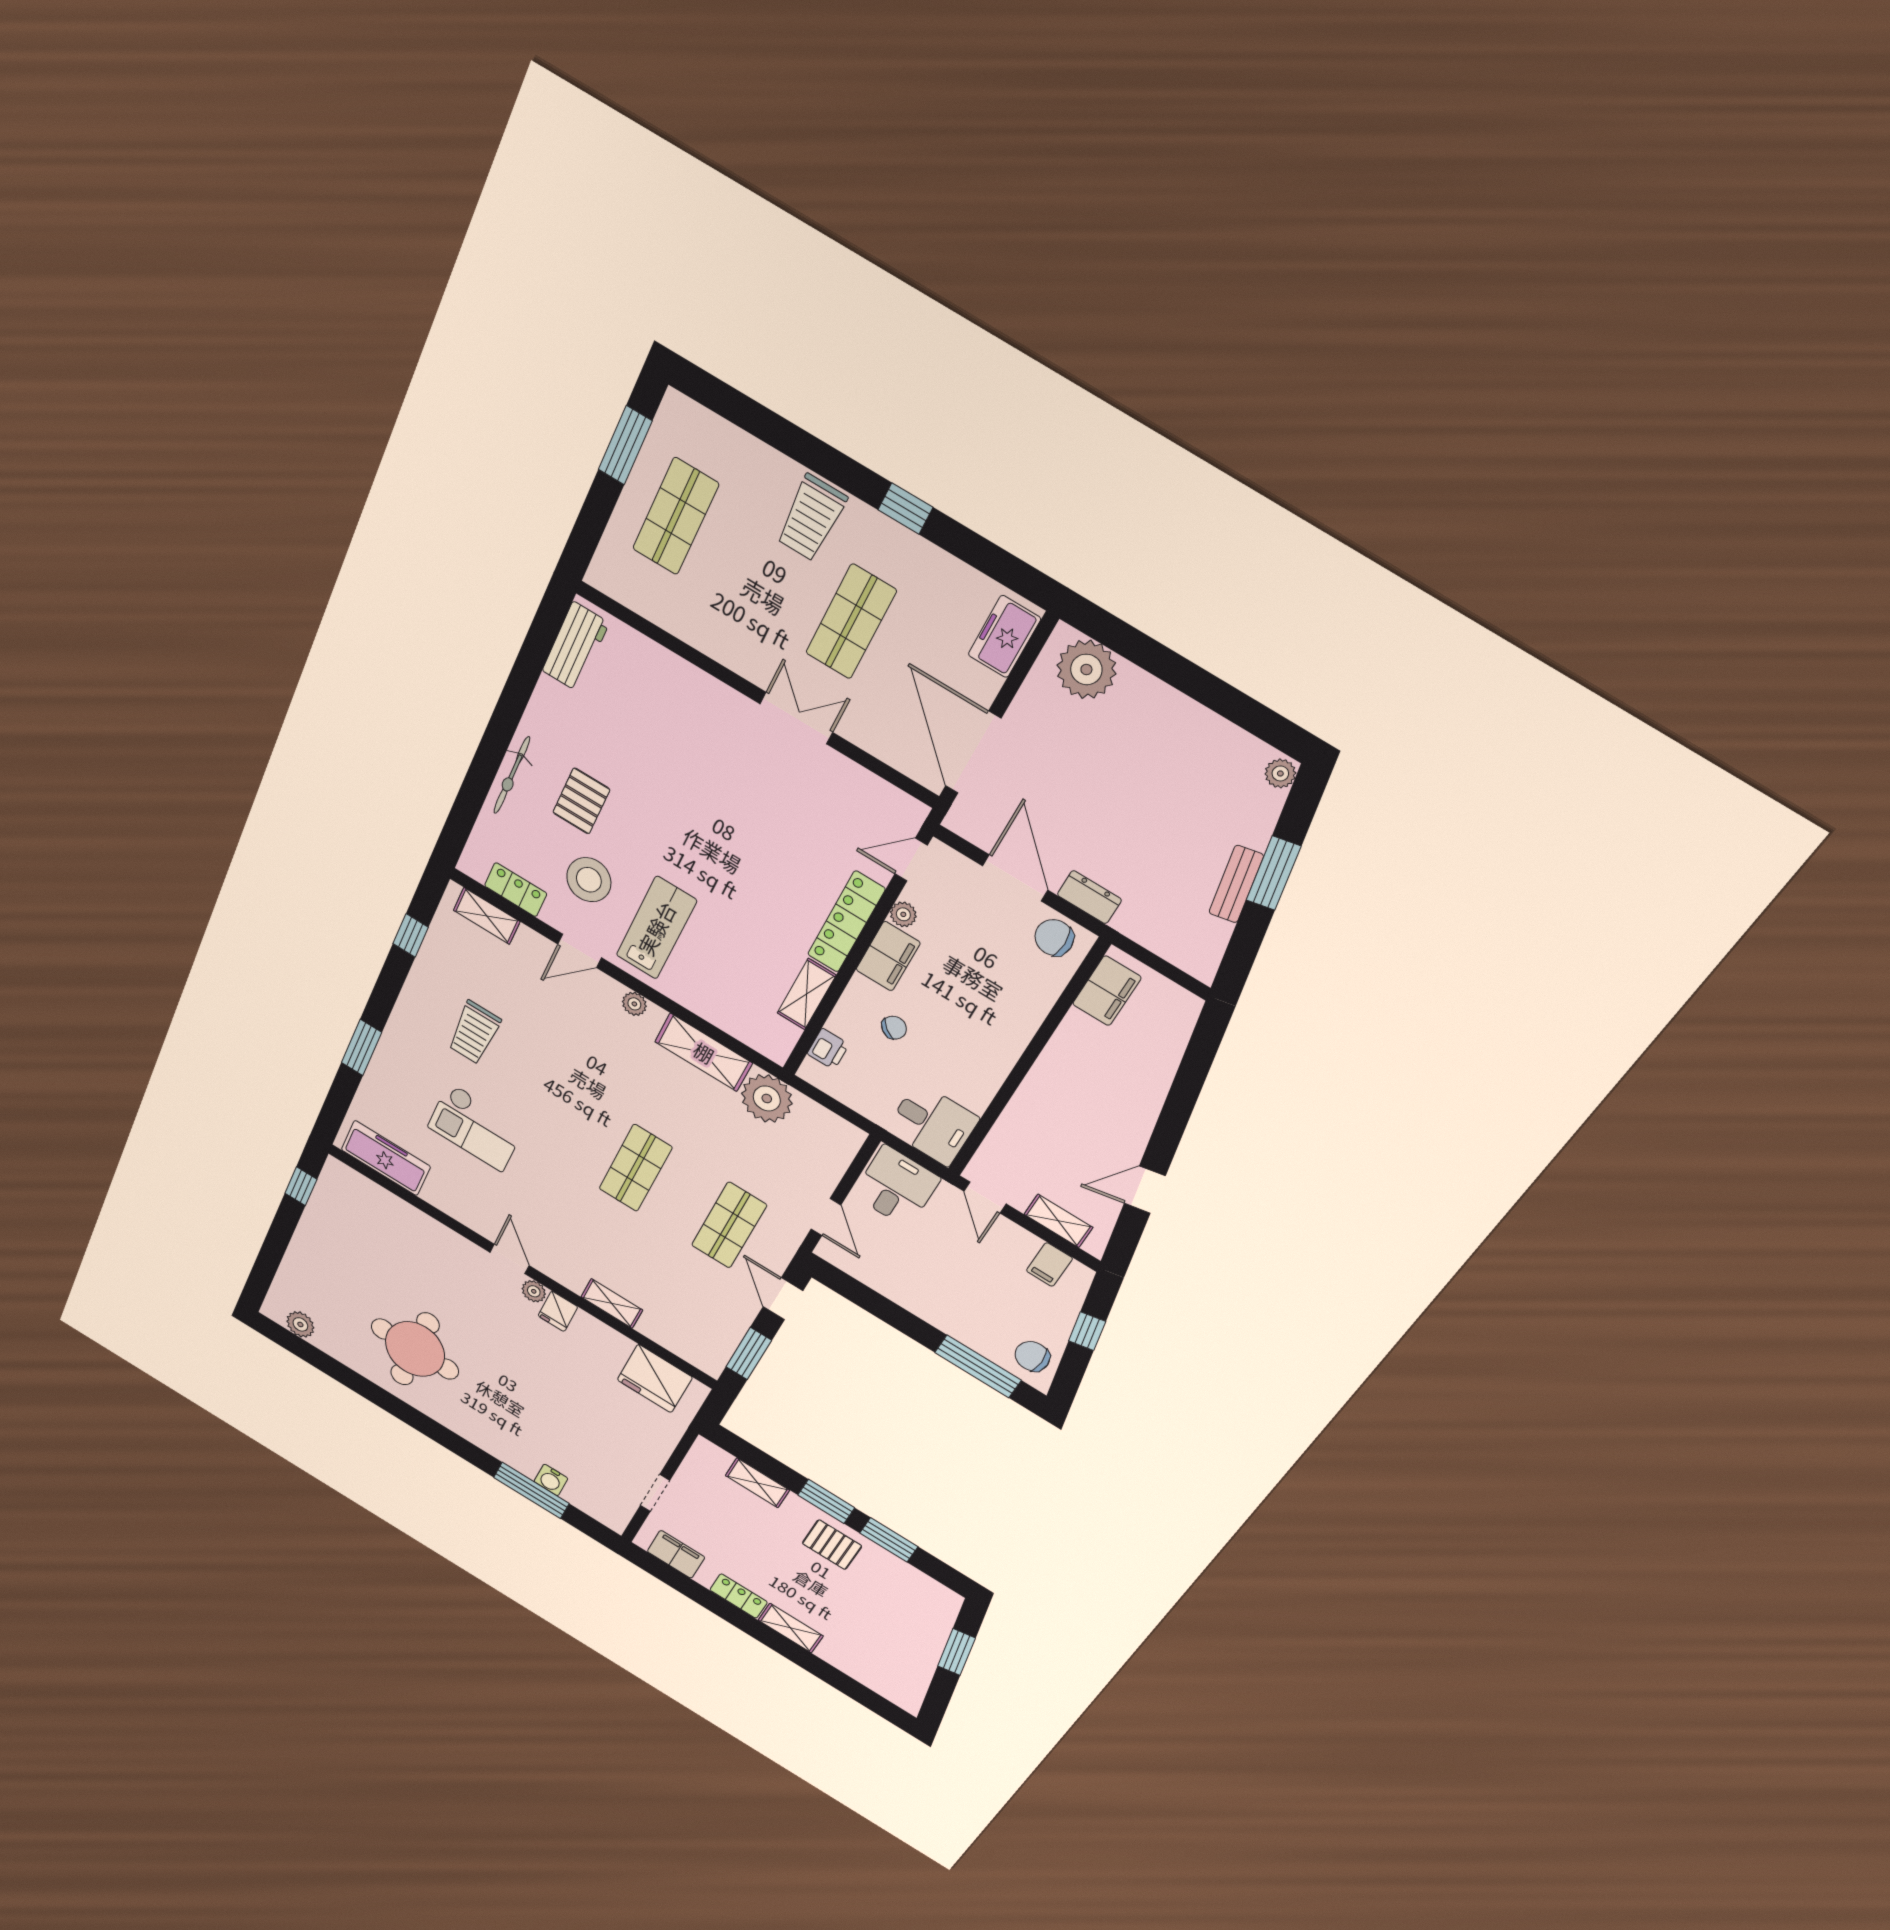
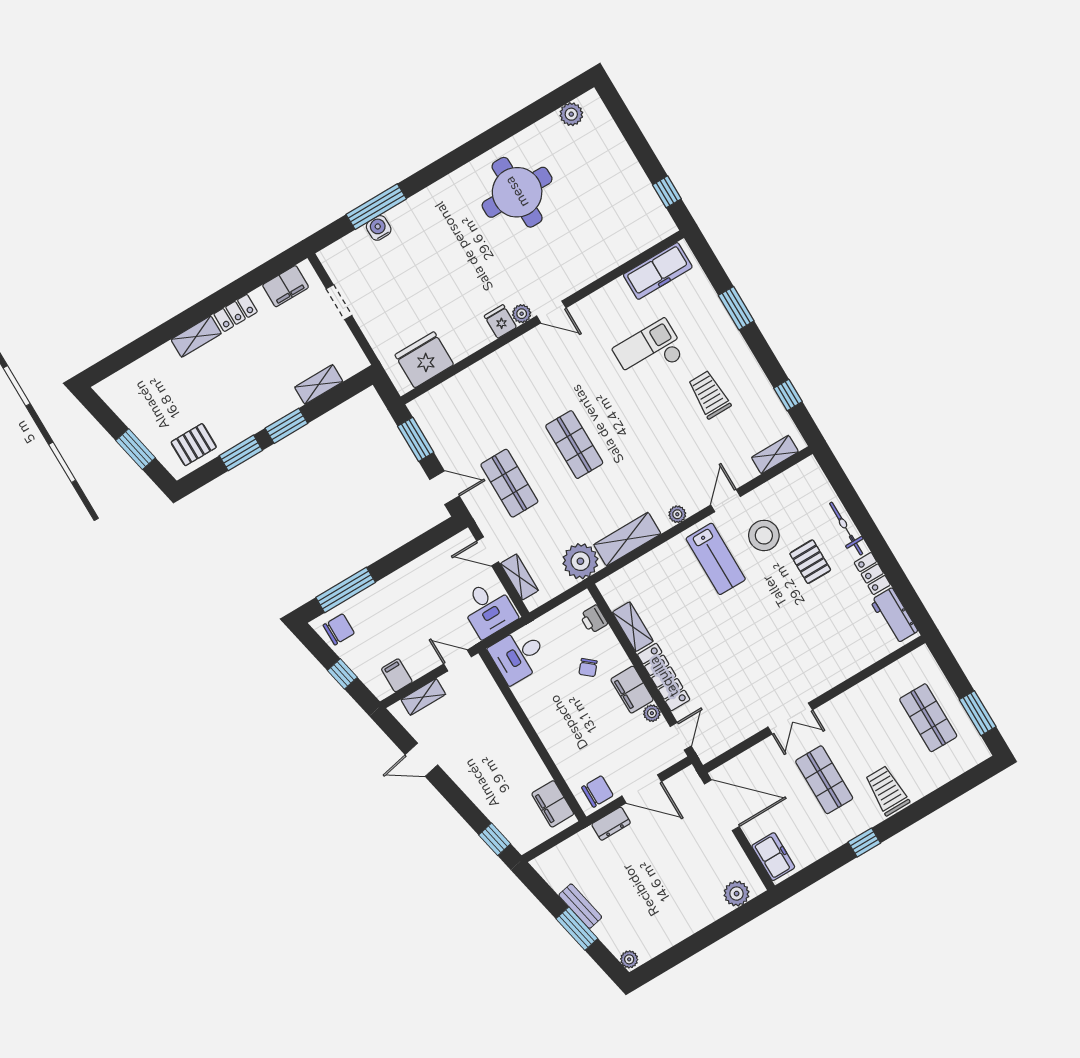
plant: (1086, 669) -> (737, 894), width x0.73, depth x0.73
locker: (516, 890) -> (872, 574), moved, turned 90
window: (1203, 1047) -> (495, 839), added
door: (1145, 1190) -> (421, 760), swing flipped
shelving: (612, 1303) -> (519, 577), moved, turned 90
pallet: (832, 1545) -> (194, 445), moved

